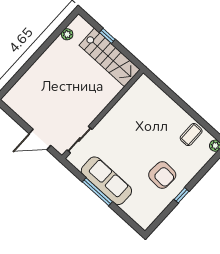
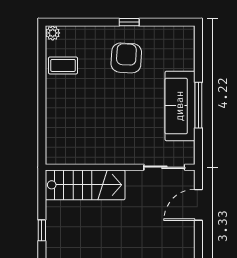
stairs: (110, 57) -> (85, 185), moved, turned 90
door: (40, 139) -> (198, 205), swing flipped

